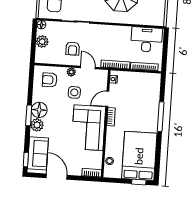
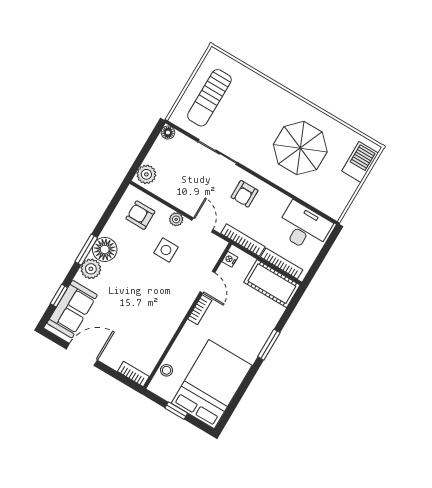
plant: (42, 42) -> (146, 174), moved
armchair: (73, 49) -> (244, 194), moved
cot: (145, 81) -> (272, 284), added
door: (107, 99) -> (207, 282), swing flipped
window: (161, 117) -> (269, 345), width x0.69
corner sofa: (88, 128) -> (161, 309), removed
window: (26, 160) -> (59, 296), moved
door: (57, 177) -> (82, 355), hinge flipped
window: (139, 182) -> (176, 411), moved

